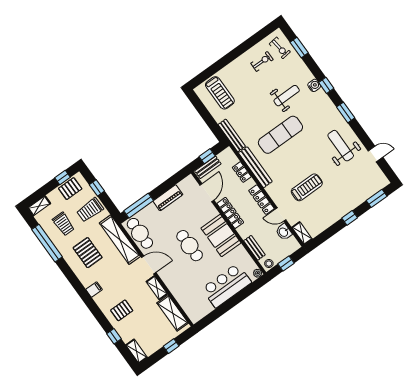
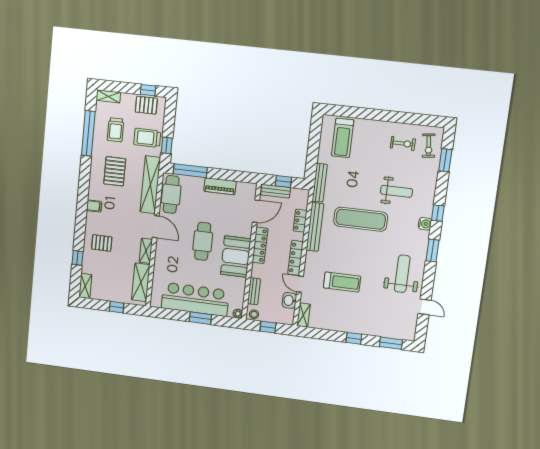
water cooler: (314, 85) -> (425, 224), moved
window: (97, 188) -> (167, 145), moved
bar counter: (227, 286) -> (195, 299), width x1.36
window: (235, 300) -> (200, 318), added

